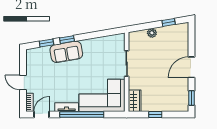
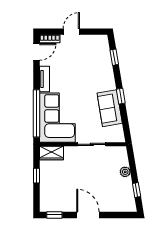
window: (67, 40) -> (121, 96), moved
sofa: (66, 52) -> (110, 108), moved
door: (42, 115) -> (36, 52), hinge flipped
window: (82, 115) -> (36, 113), moved

